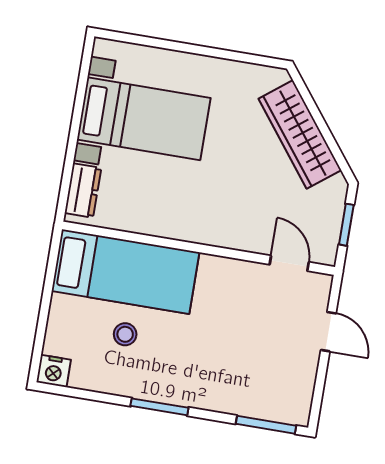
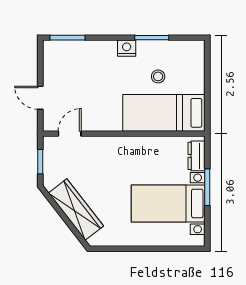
window: (74, 135) -> (207, 187), added
door: (289, 263) -> (70, 134), swing flipped
nightstand: (54, 371) -> (127, 48), moved
window: (159, 407) -> (152, 38), moved

